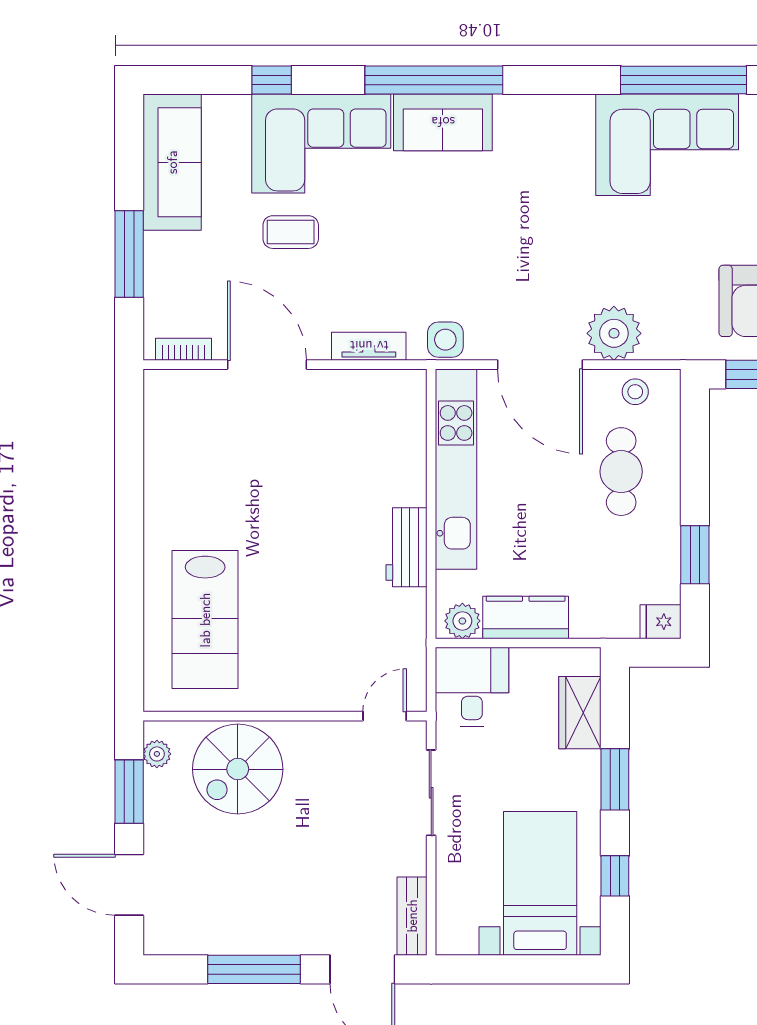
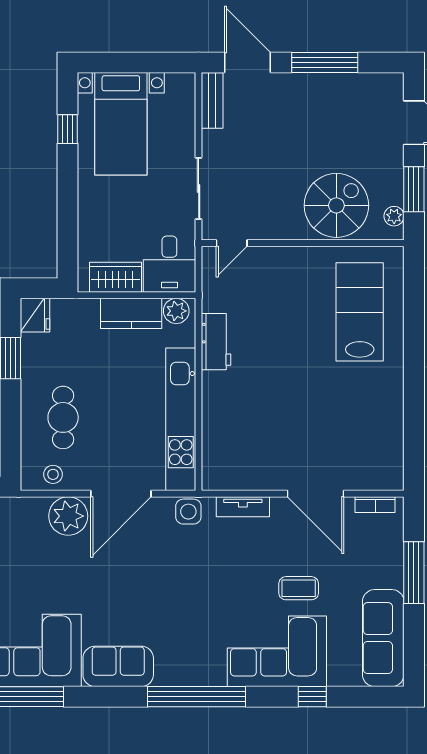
sofa: (443, 122) -> (118, 666), moved
door: (540, 365) -> (121, 494), swing flipped
workbench: (406, 547) -> (216, 342), moved
fridge: (661, 622) -> (35, 315), width x1.38
wardrobe: (580, 713) -> (115, 277), moved, turned -90
window: (615, 779) -> (68, 198), removed

